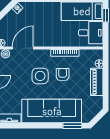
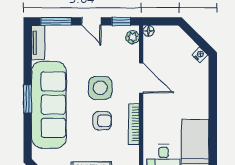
door: (23, 48) -> (141, 78), moved
window: (72, 126) -> (28, 99), moved

